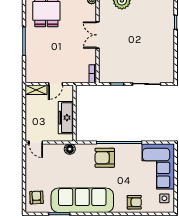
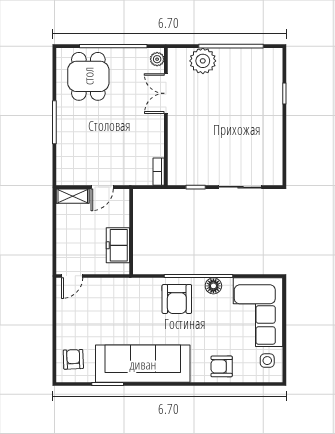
double door: (98, 35) -> (166, 93), moved
freezer: (66, 118) -> (118, 245), width x0.71
door: (36, 143) -> (72, 276), hinge flipped
floor lamp: (70, 149) -> (213, 286), moved
armchair: (105, 158) -> (177, 299), turned -90
armchair: (134, 202) -> (222, 366), turned 180

